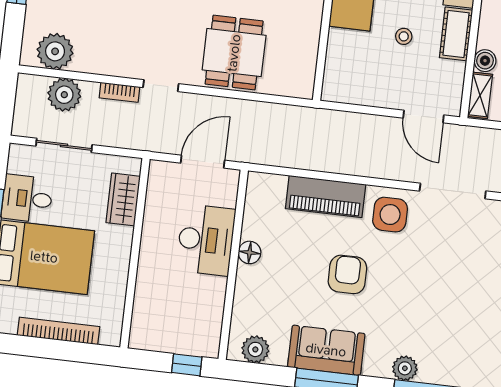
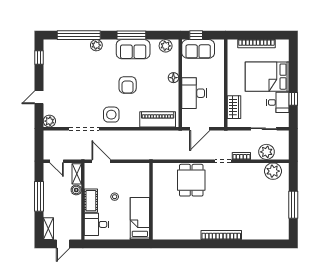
piano: (326, 197) -> (158, 119), moved
floor lamp: (250, 252) -> (173, 78), moved
sofa: (186, 335) -> (198, 49), added

